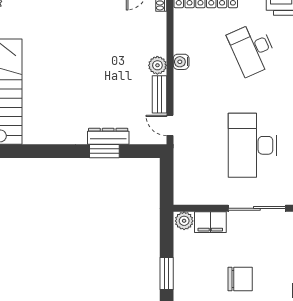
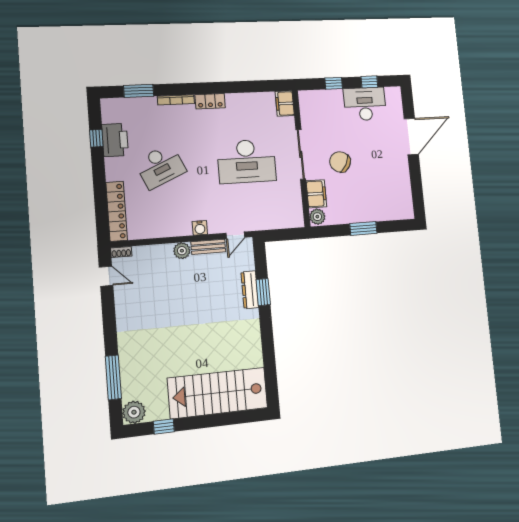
water cooler: (181, 62) -> (200, 228), moved
chair: (240, 279) -> (340, 162), moved, turned -62

